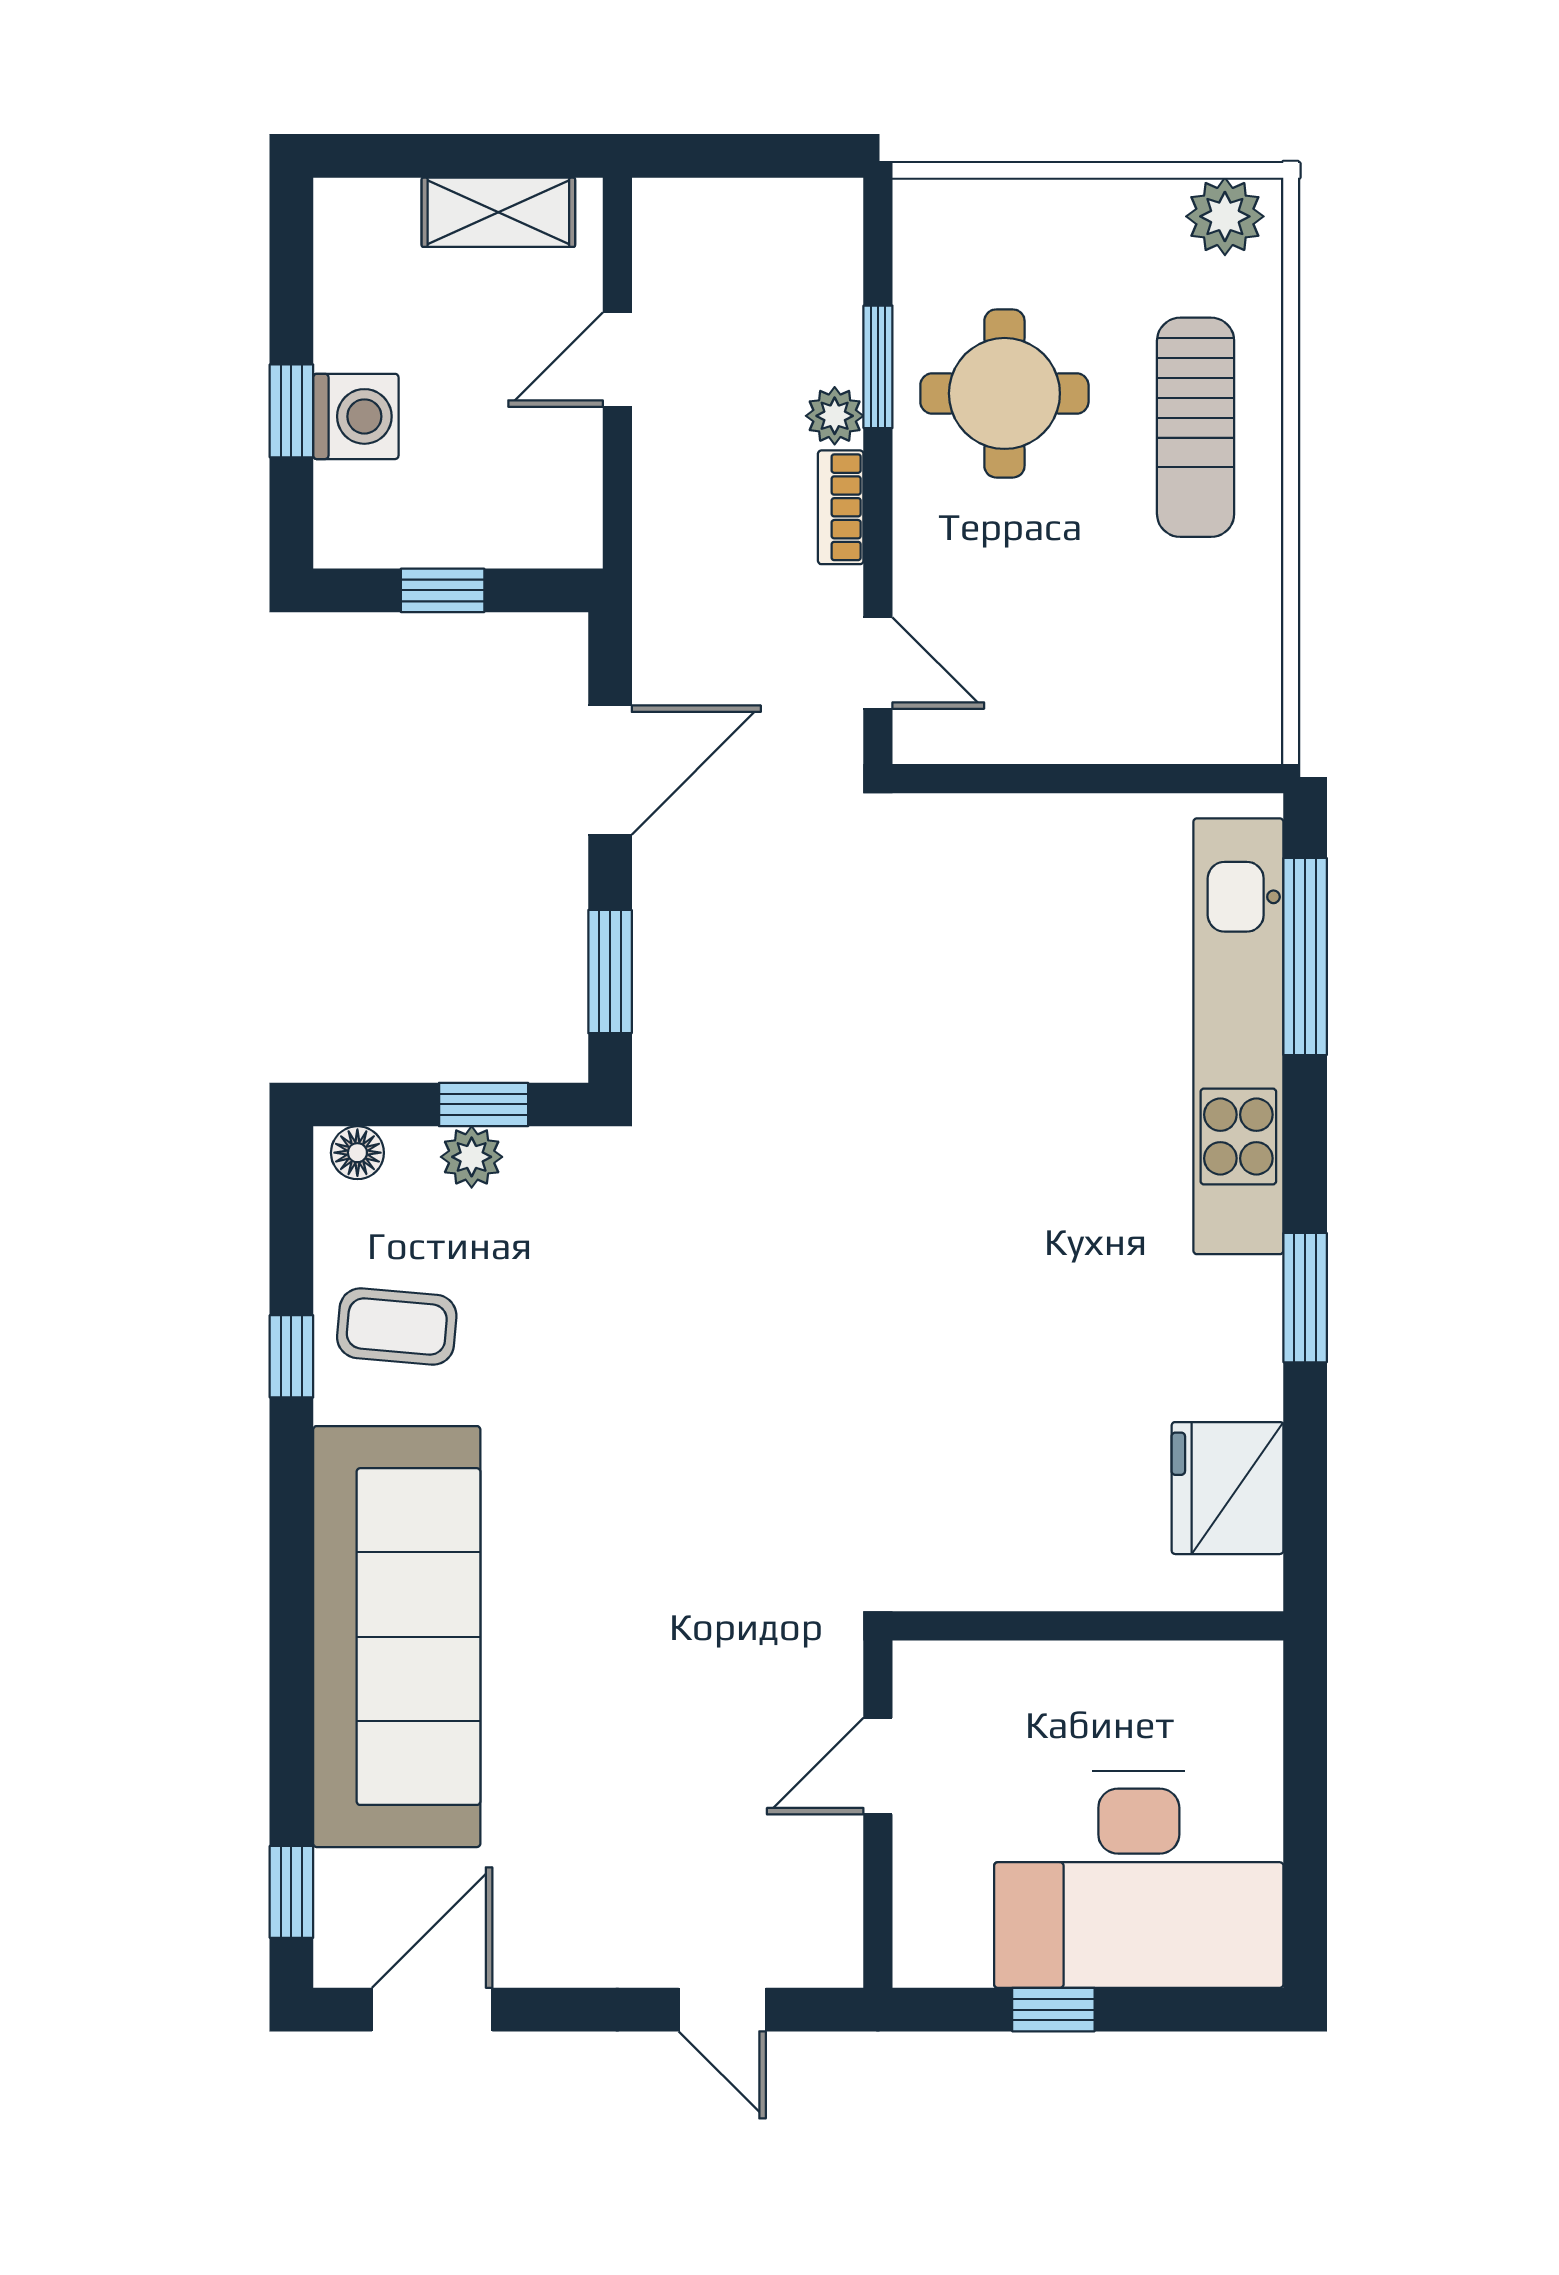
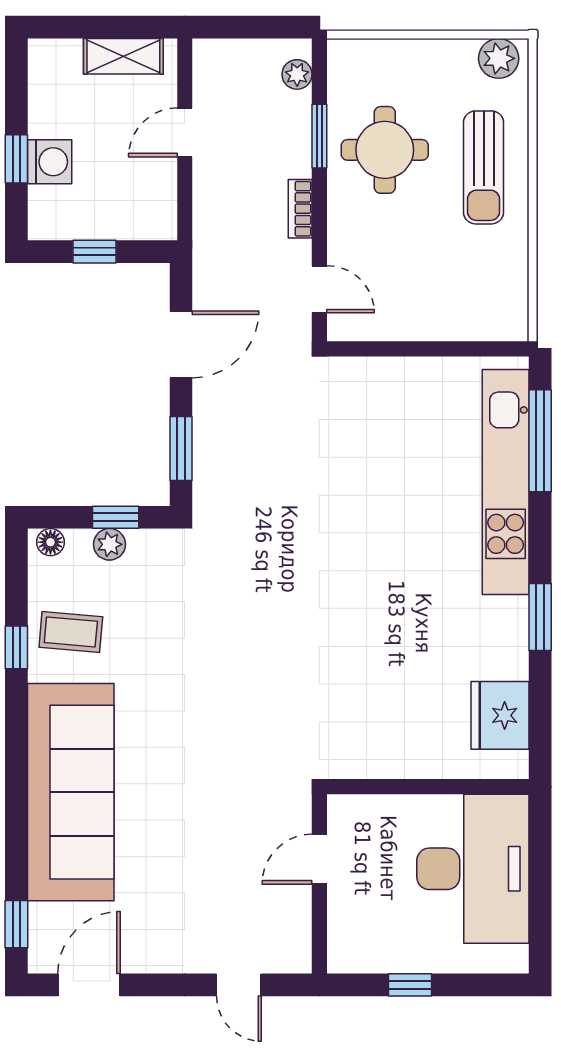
plant: (835, 416) -> (297, 74), moved
desk: (1139, 1880) -> (473, 869), moved, turned -90

